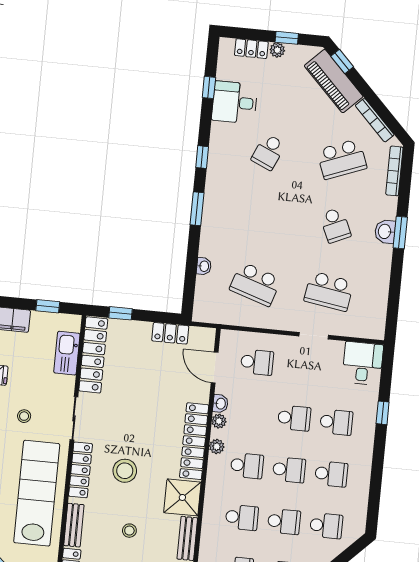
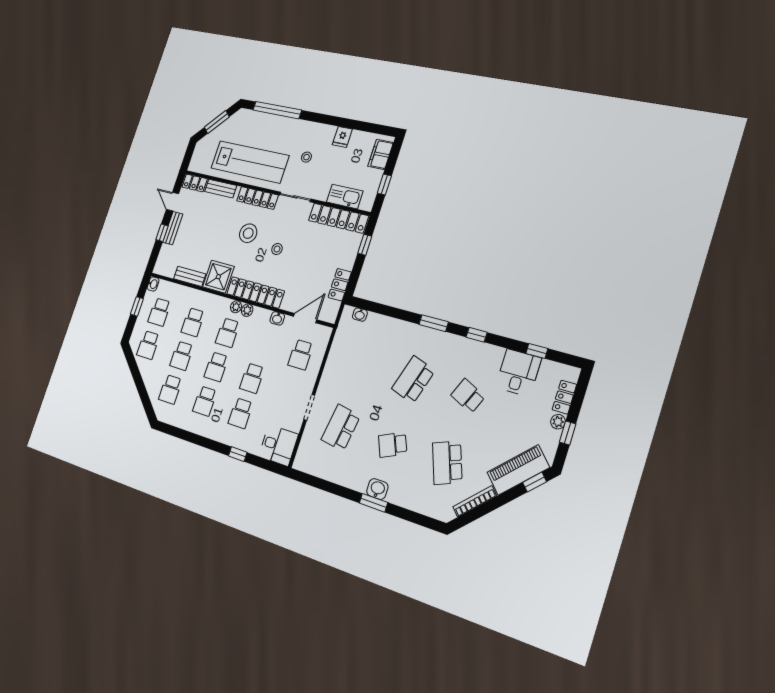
bookcase: (394, 171) -> (426, 510), removed
washbasin: (204, 266) -> (360, 315), moved
school desk: (255, 284) -> (413, 380), moved
plant: (219, 421) -> (236, 307), moved
stool: (129, 531) -> (277, 249), moved

